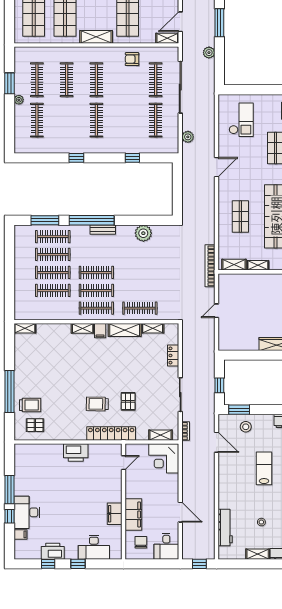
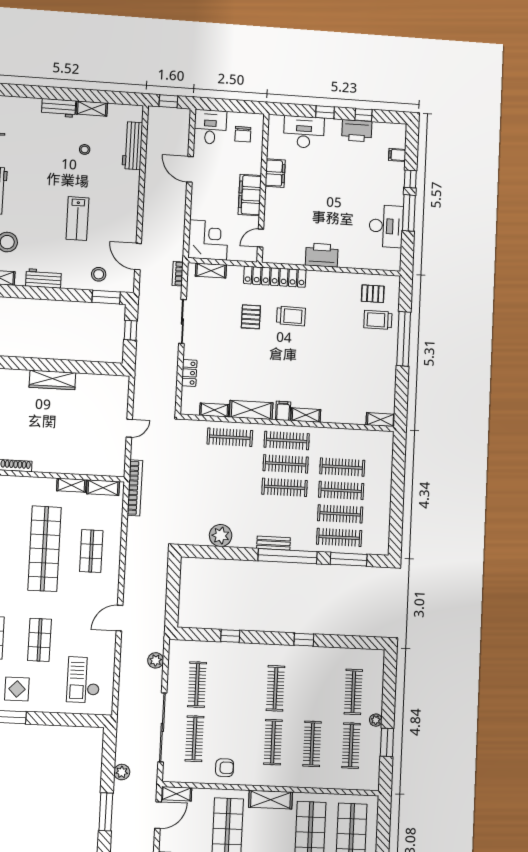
desk: (27, 512) -> (386, 226), moved
filing cabinet: (133, 515) -> (250, 195), moved

